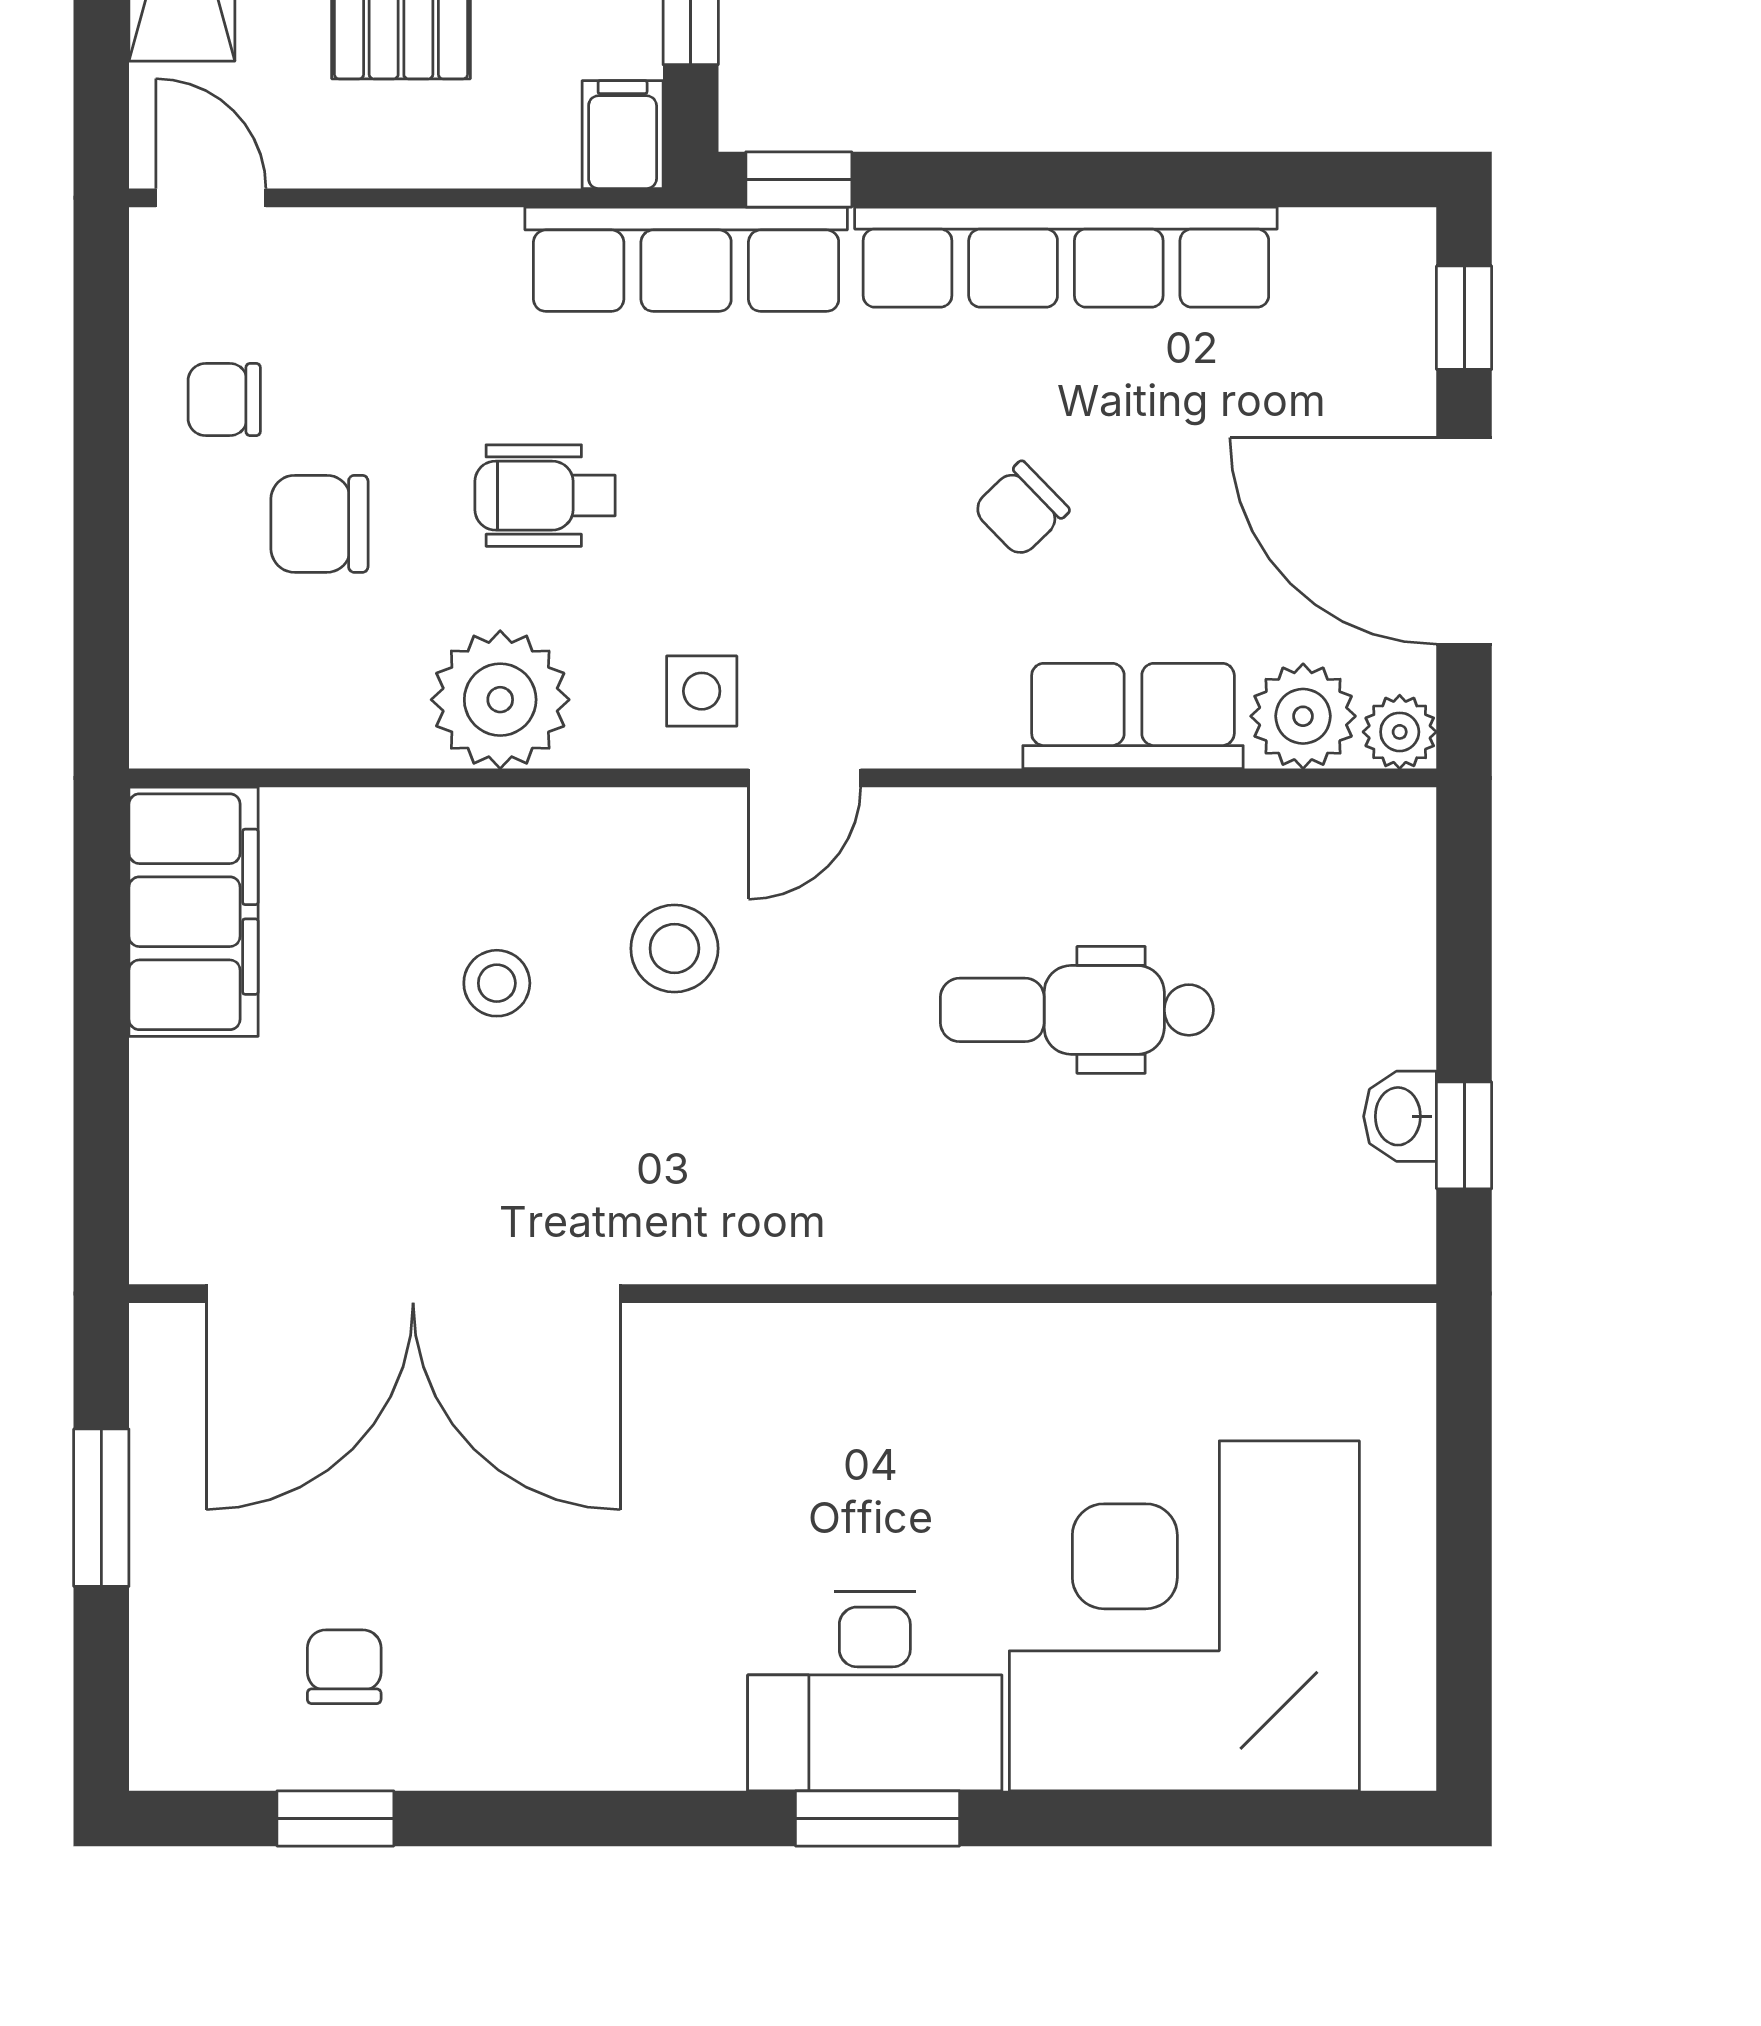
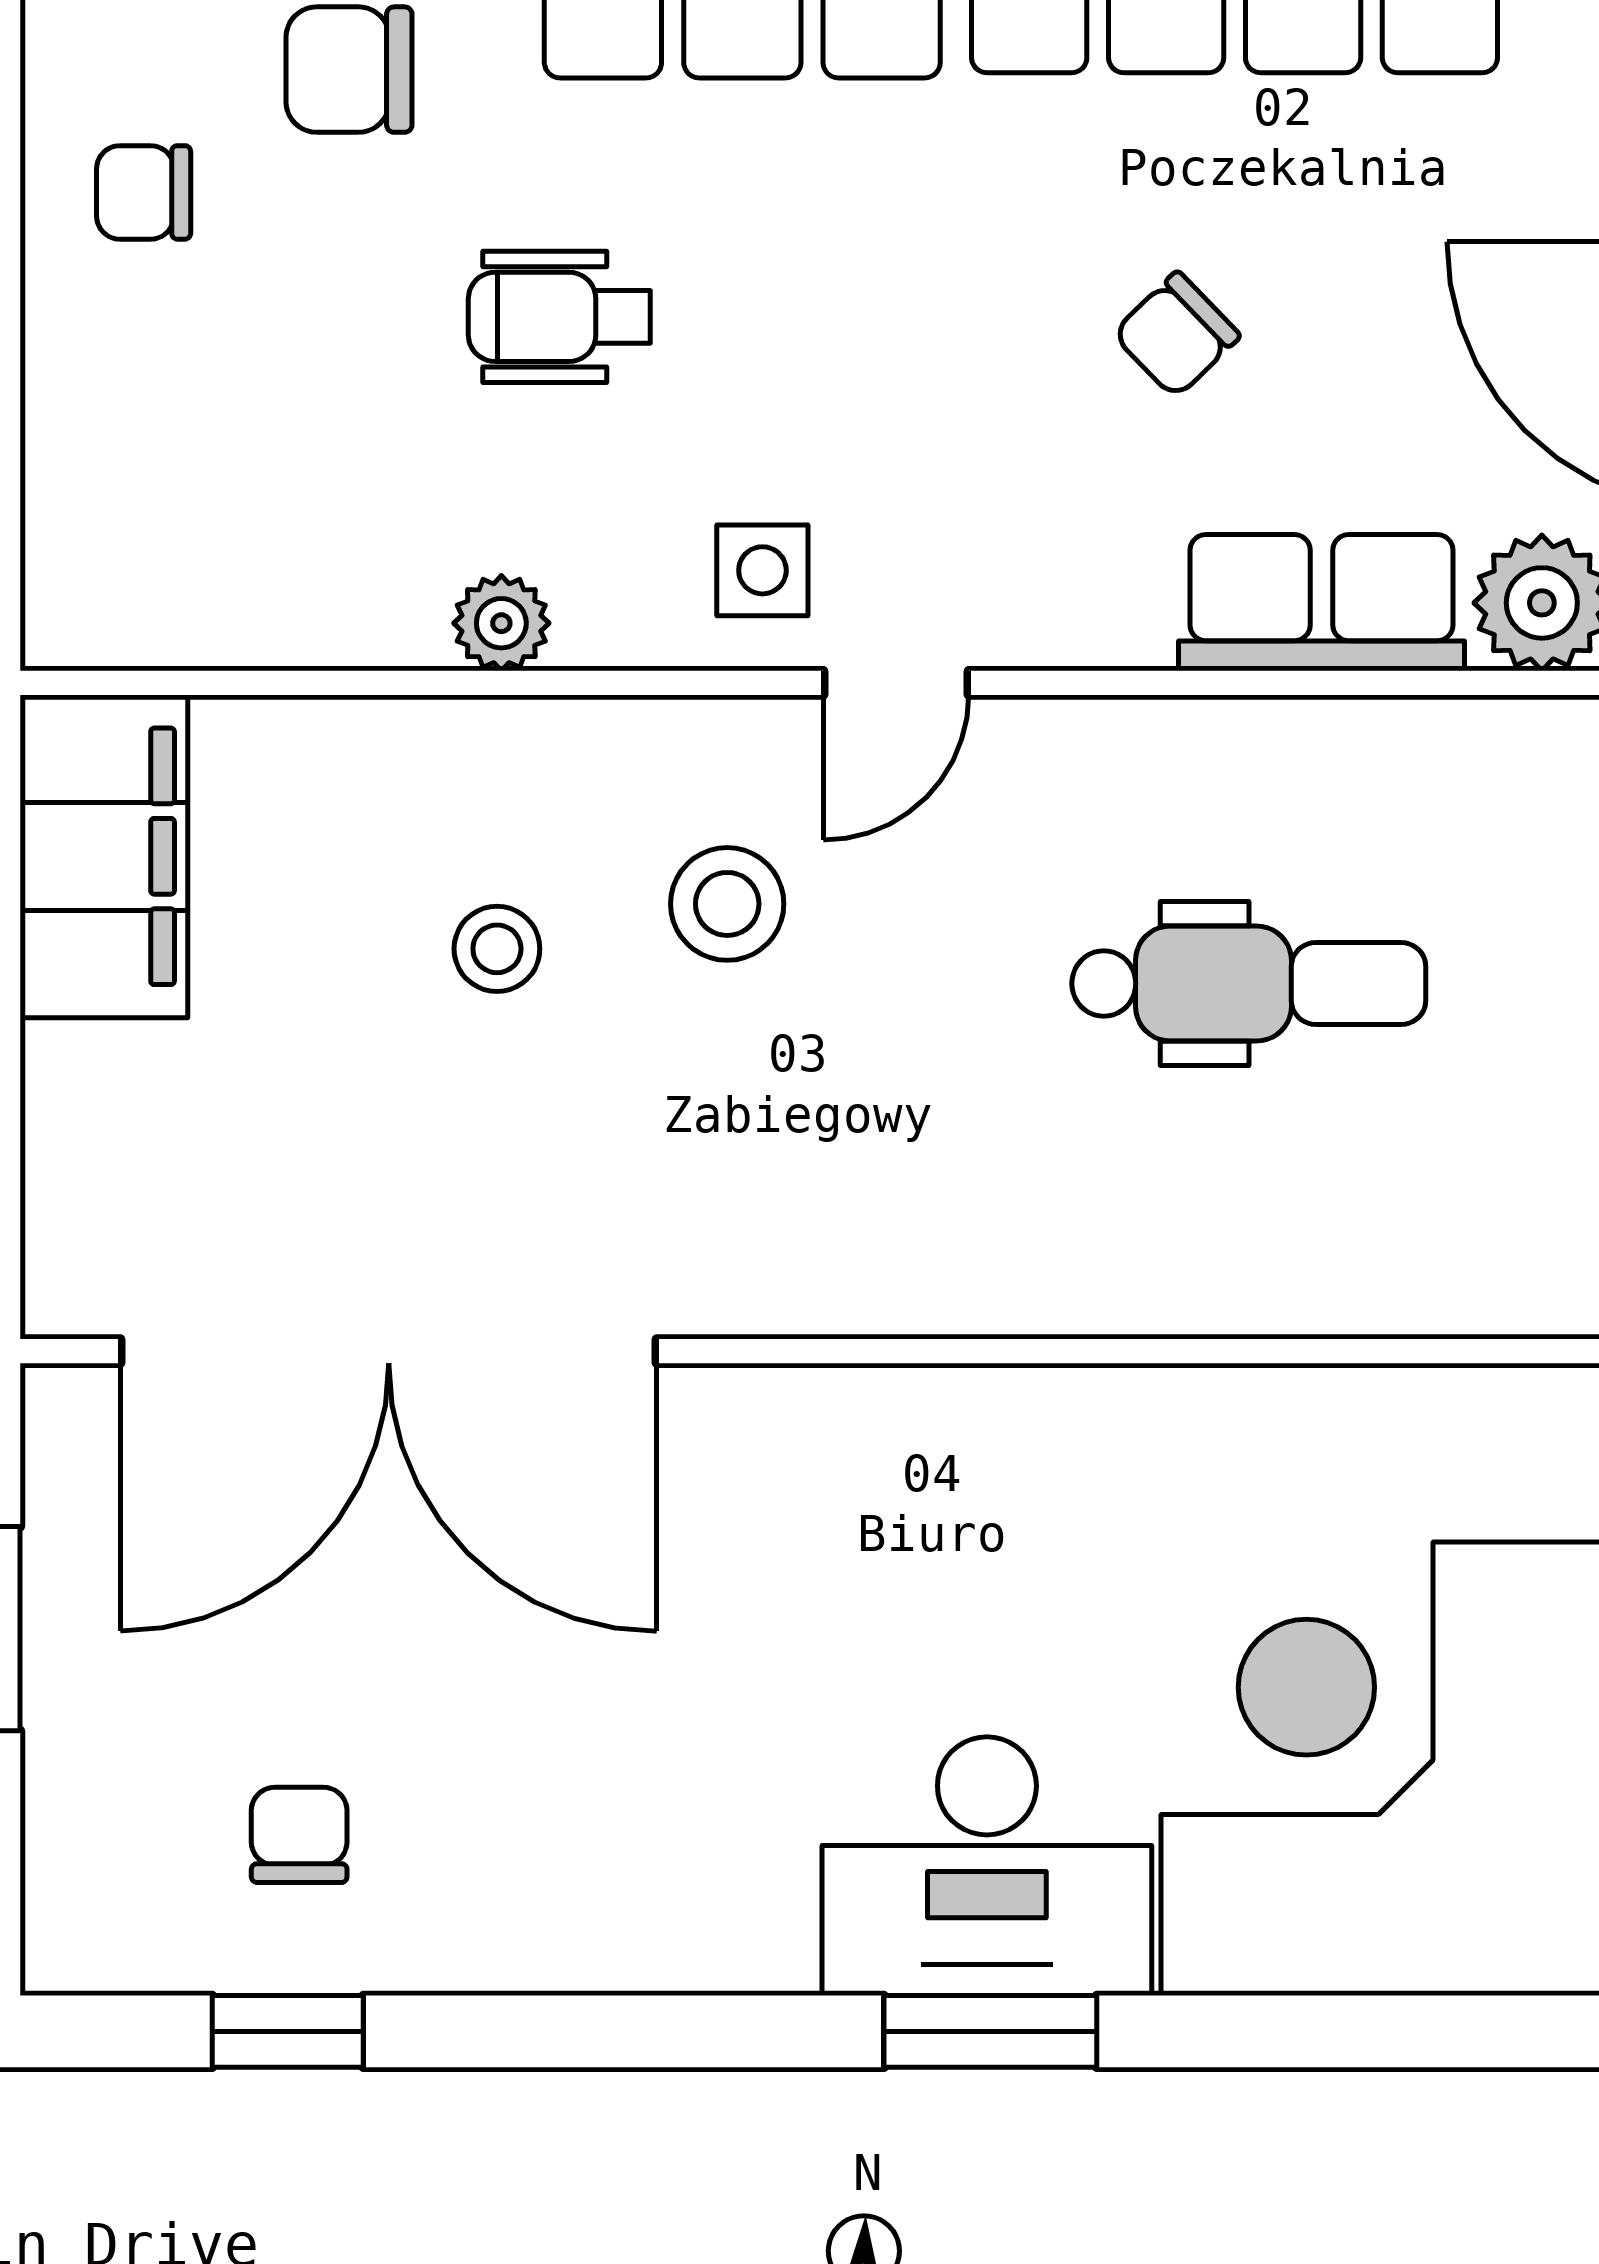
chair: (319, 524) -> (349, 70), moved
plant: (500, 700) -> (501, 623), width x0.53, depth x0.53
dental chair: (1077, 1010) -> (1249, 984), turned 180

